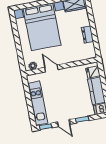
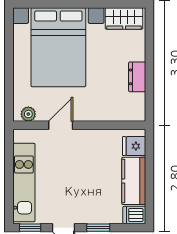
door: (51, 68) -> (61, 125), hinge flipped

